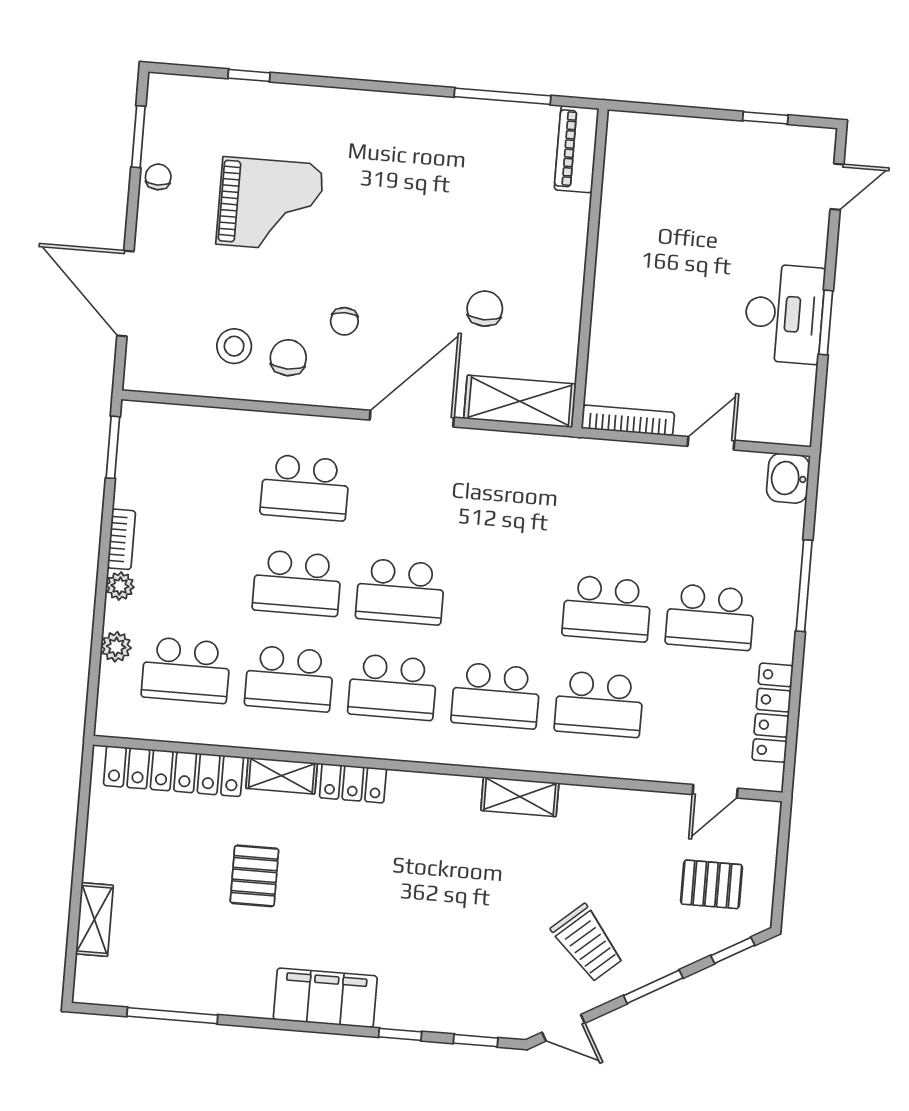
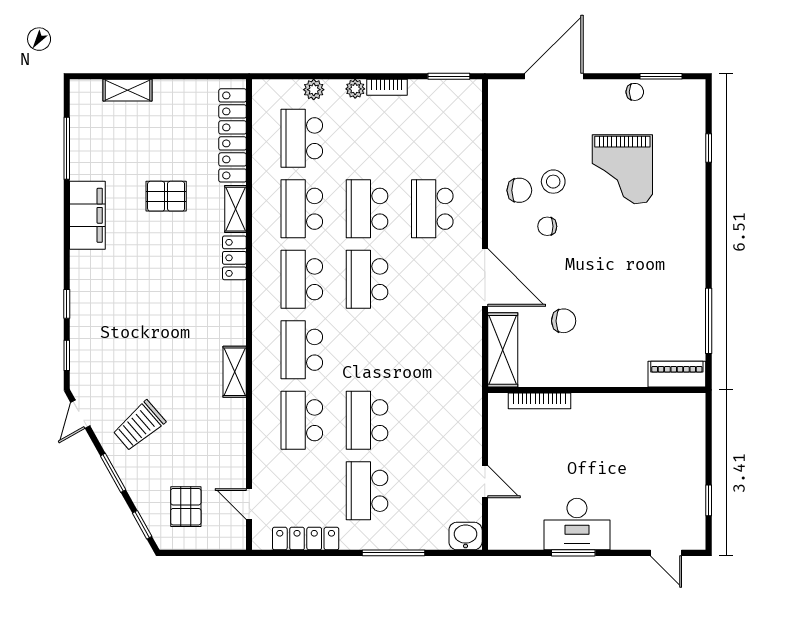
stool: (234, 346) -> (553, 182), moved
bookcase: (628, 420) -> (539, 401), moved, turned 90
filing cabinet: (325, 998) -> (87, 215), moved

